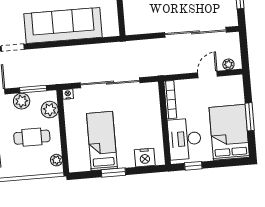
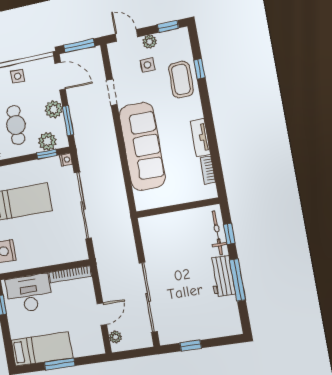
door: (208, 75) -> (102, 314), hinge flipped
window: (61, 111) -> (47, 154), added
bed: (229, 132) -> (42, 349), width x0.67

